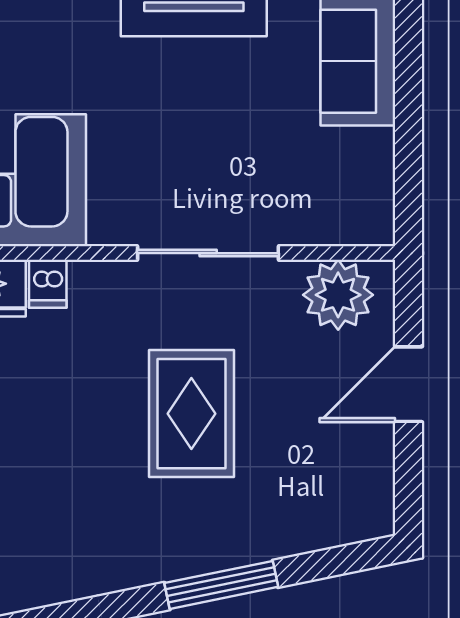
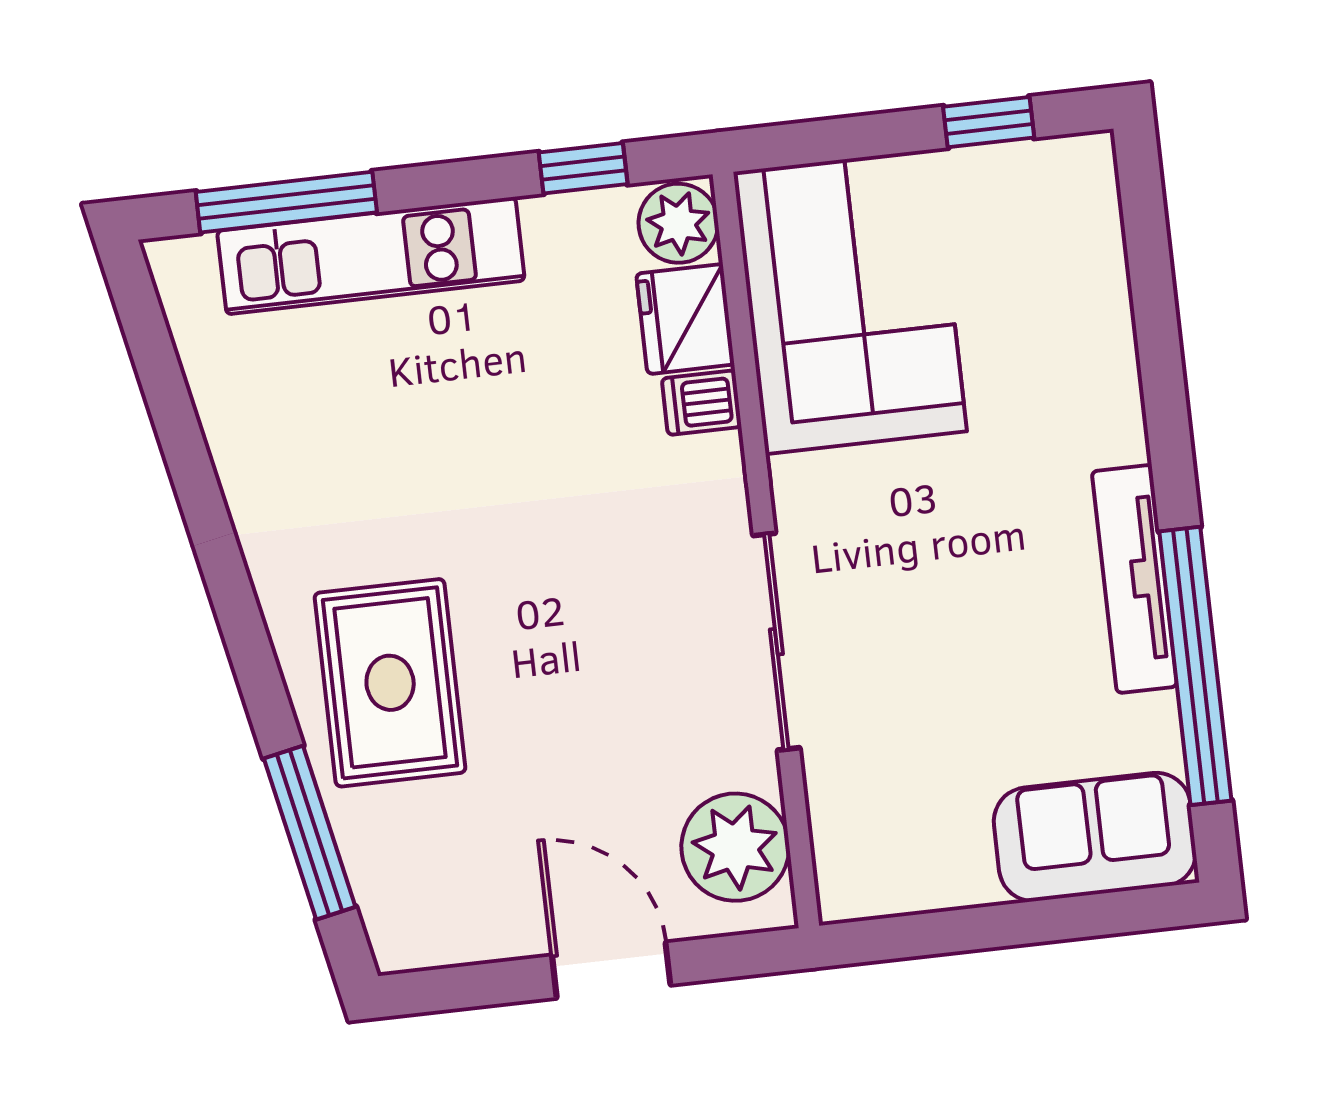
rug: (191, 414) -> (390, 683), moved, turned 90
window: (221, 585) -> (310, 833), moved

